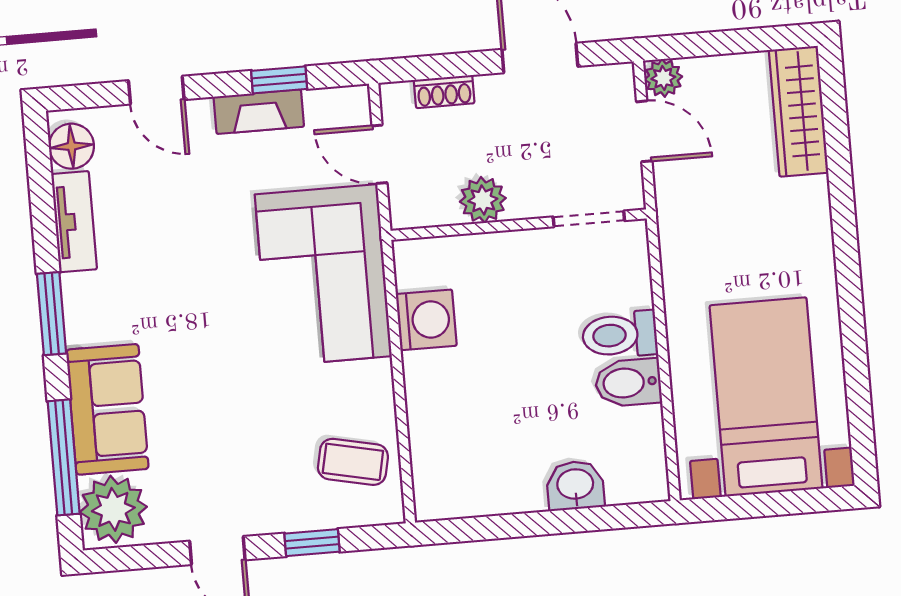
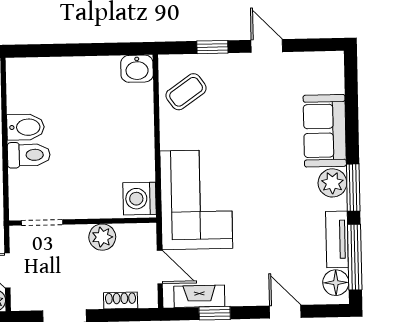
fireplace: (259, 112) -> (199, 296), moved
washing machine: (426, 320) -> (140, 199), moved
window: (64, 457) -> (355, 257), moved
coffee table: (353, 462) -> (186, 92), turned -47
washbasin: (575, 485) -> (137, 69), moved
plant: (113, 509) -> (332, 183), moved, width x0.73, depth x0.73

